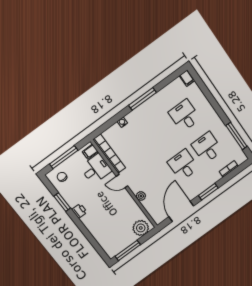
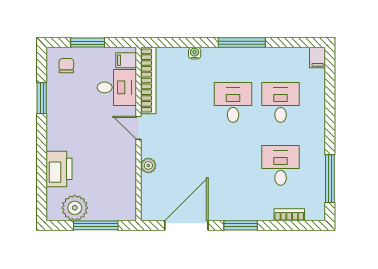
window: (64, 157) -> (88, 43), width x0.69
desk: (183, 165) -> (233, 102), moved
printer: (79, 211) -> (59, 169), moved, width x1.87, depth x1.48
plant: (141, 228) -> (75, 208), moved
window: (128, 250) -> (96, 225), moved

